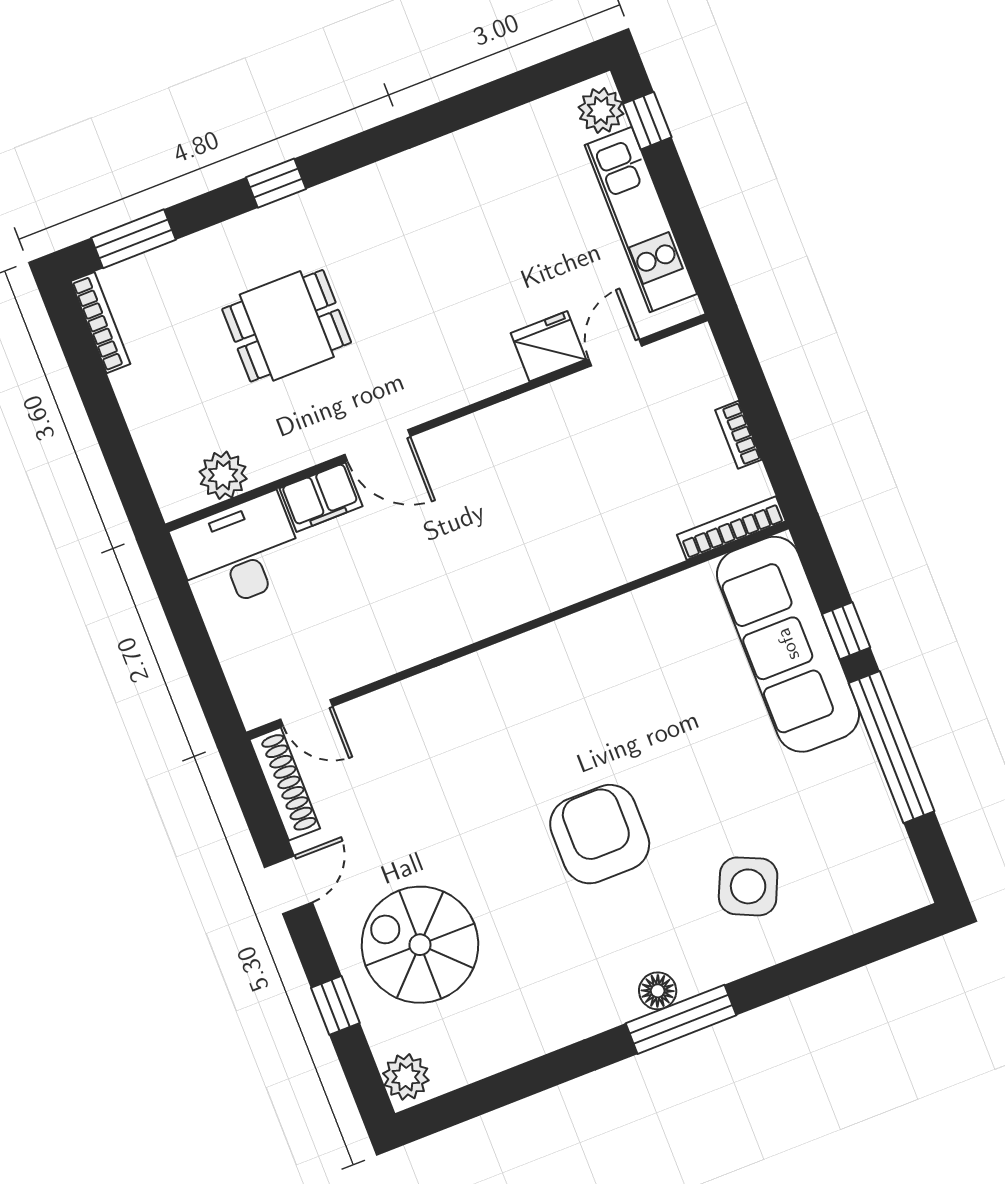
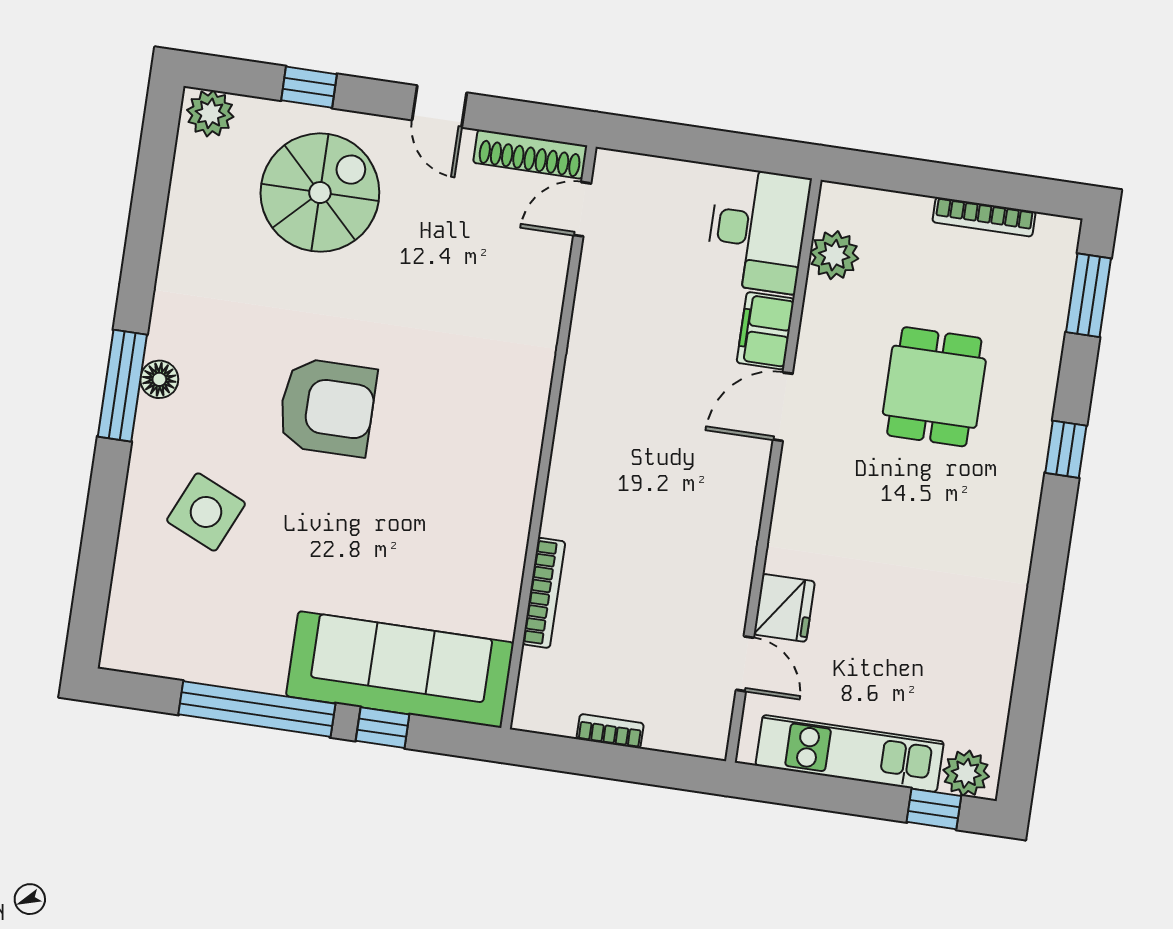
bookcase: (101, 323) -> (984, 217), moved
bookcase: (731, 528) -> (544, 593), moved

